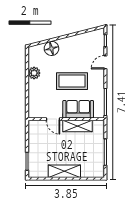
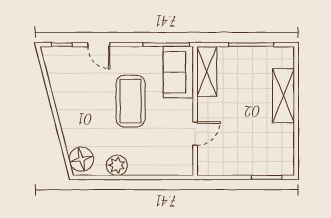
floor lamp: (51, 48) -> (81, 159), moved
sofa: (78, 109) -> (178, 72), moved
shelving: (78, 126) -> (207, 72), moved
shelving: (64, 171) -> (283, 96), moved

